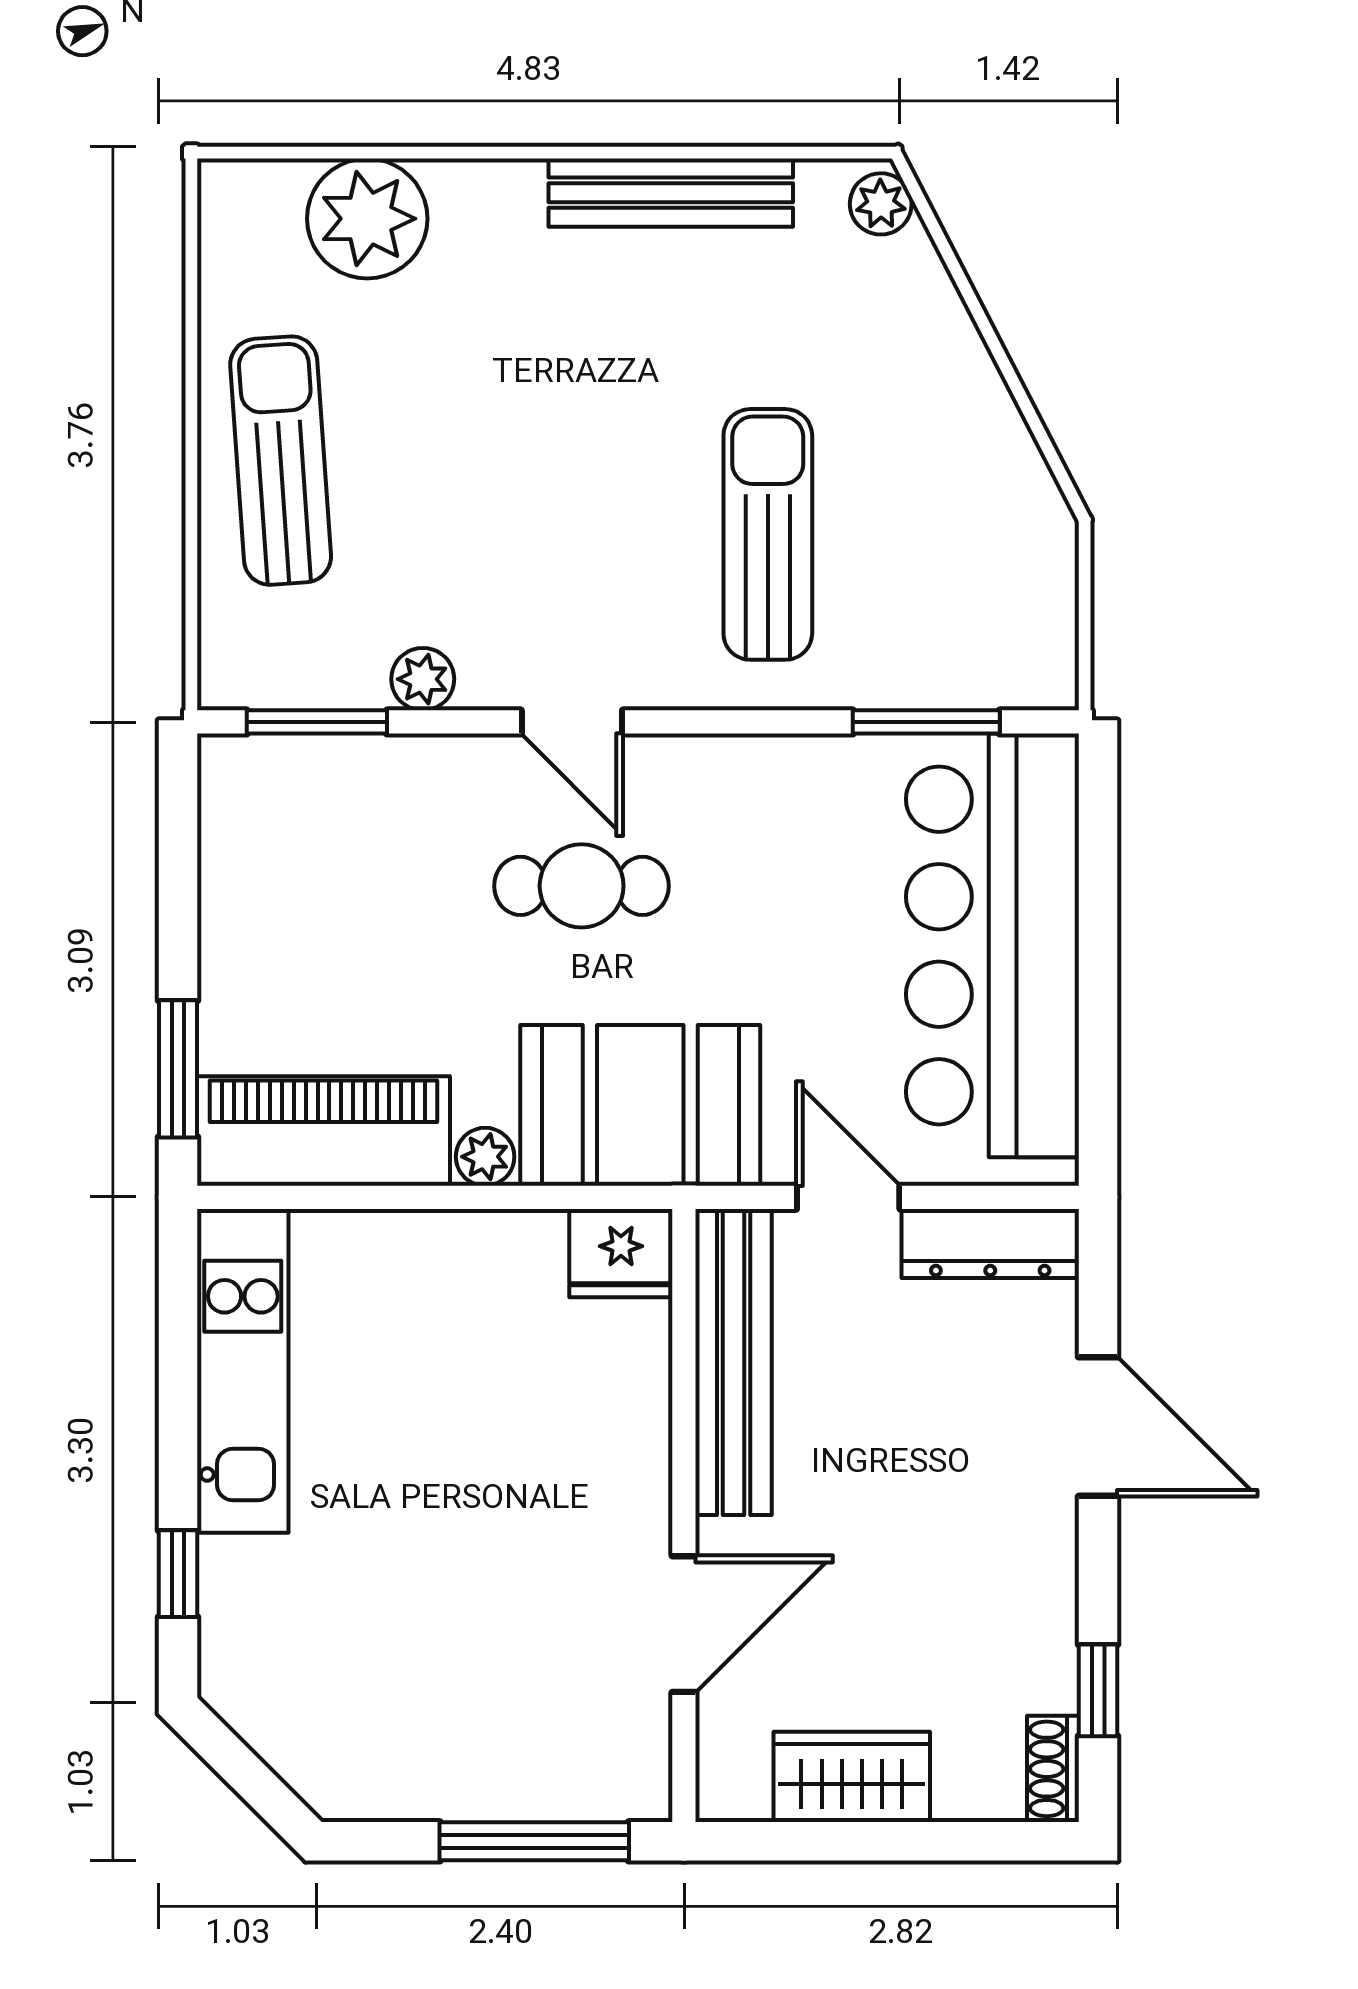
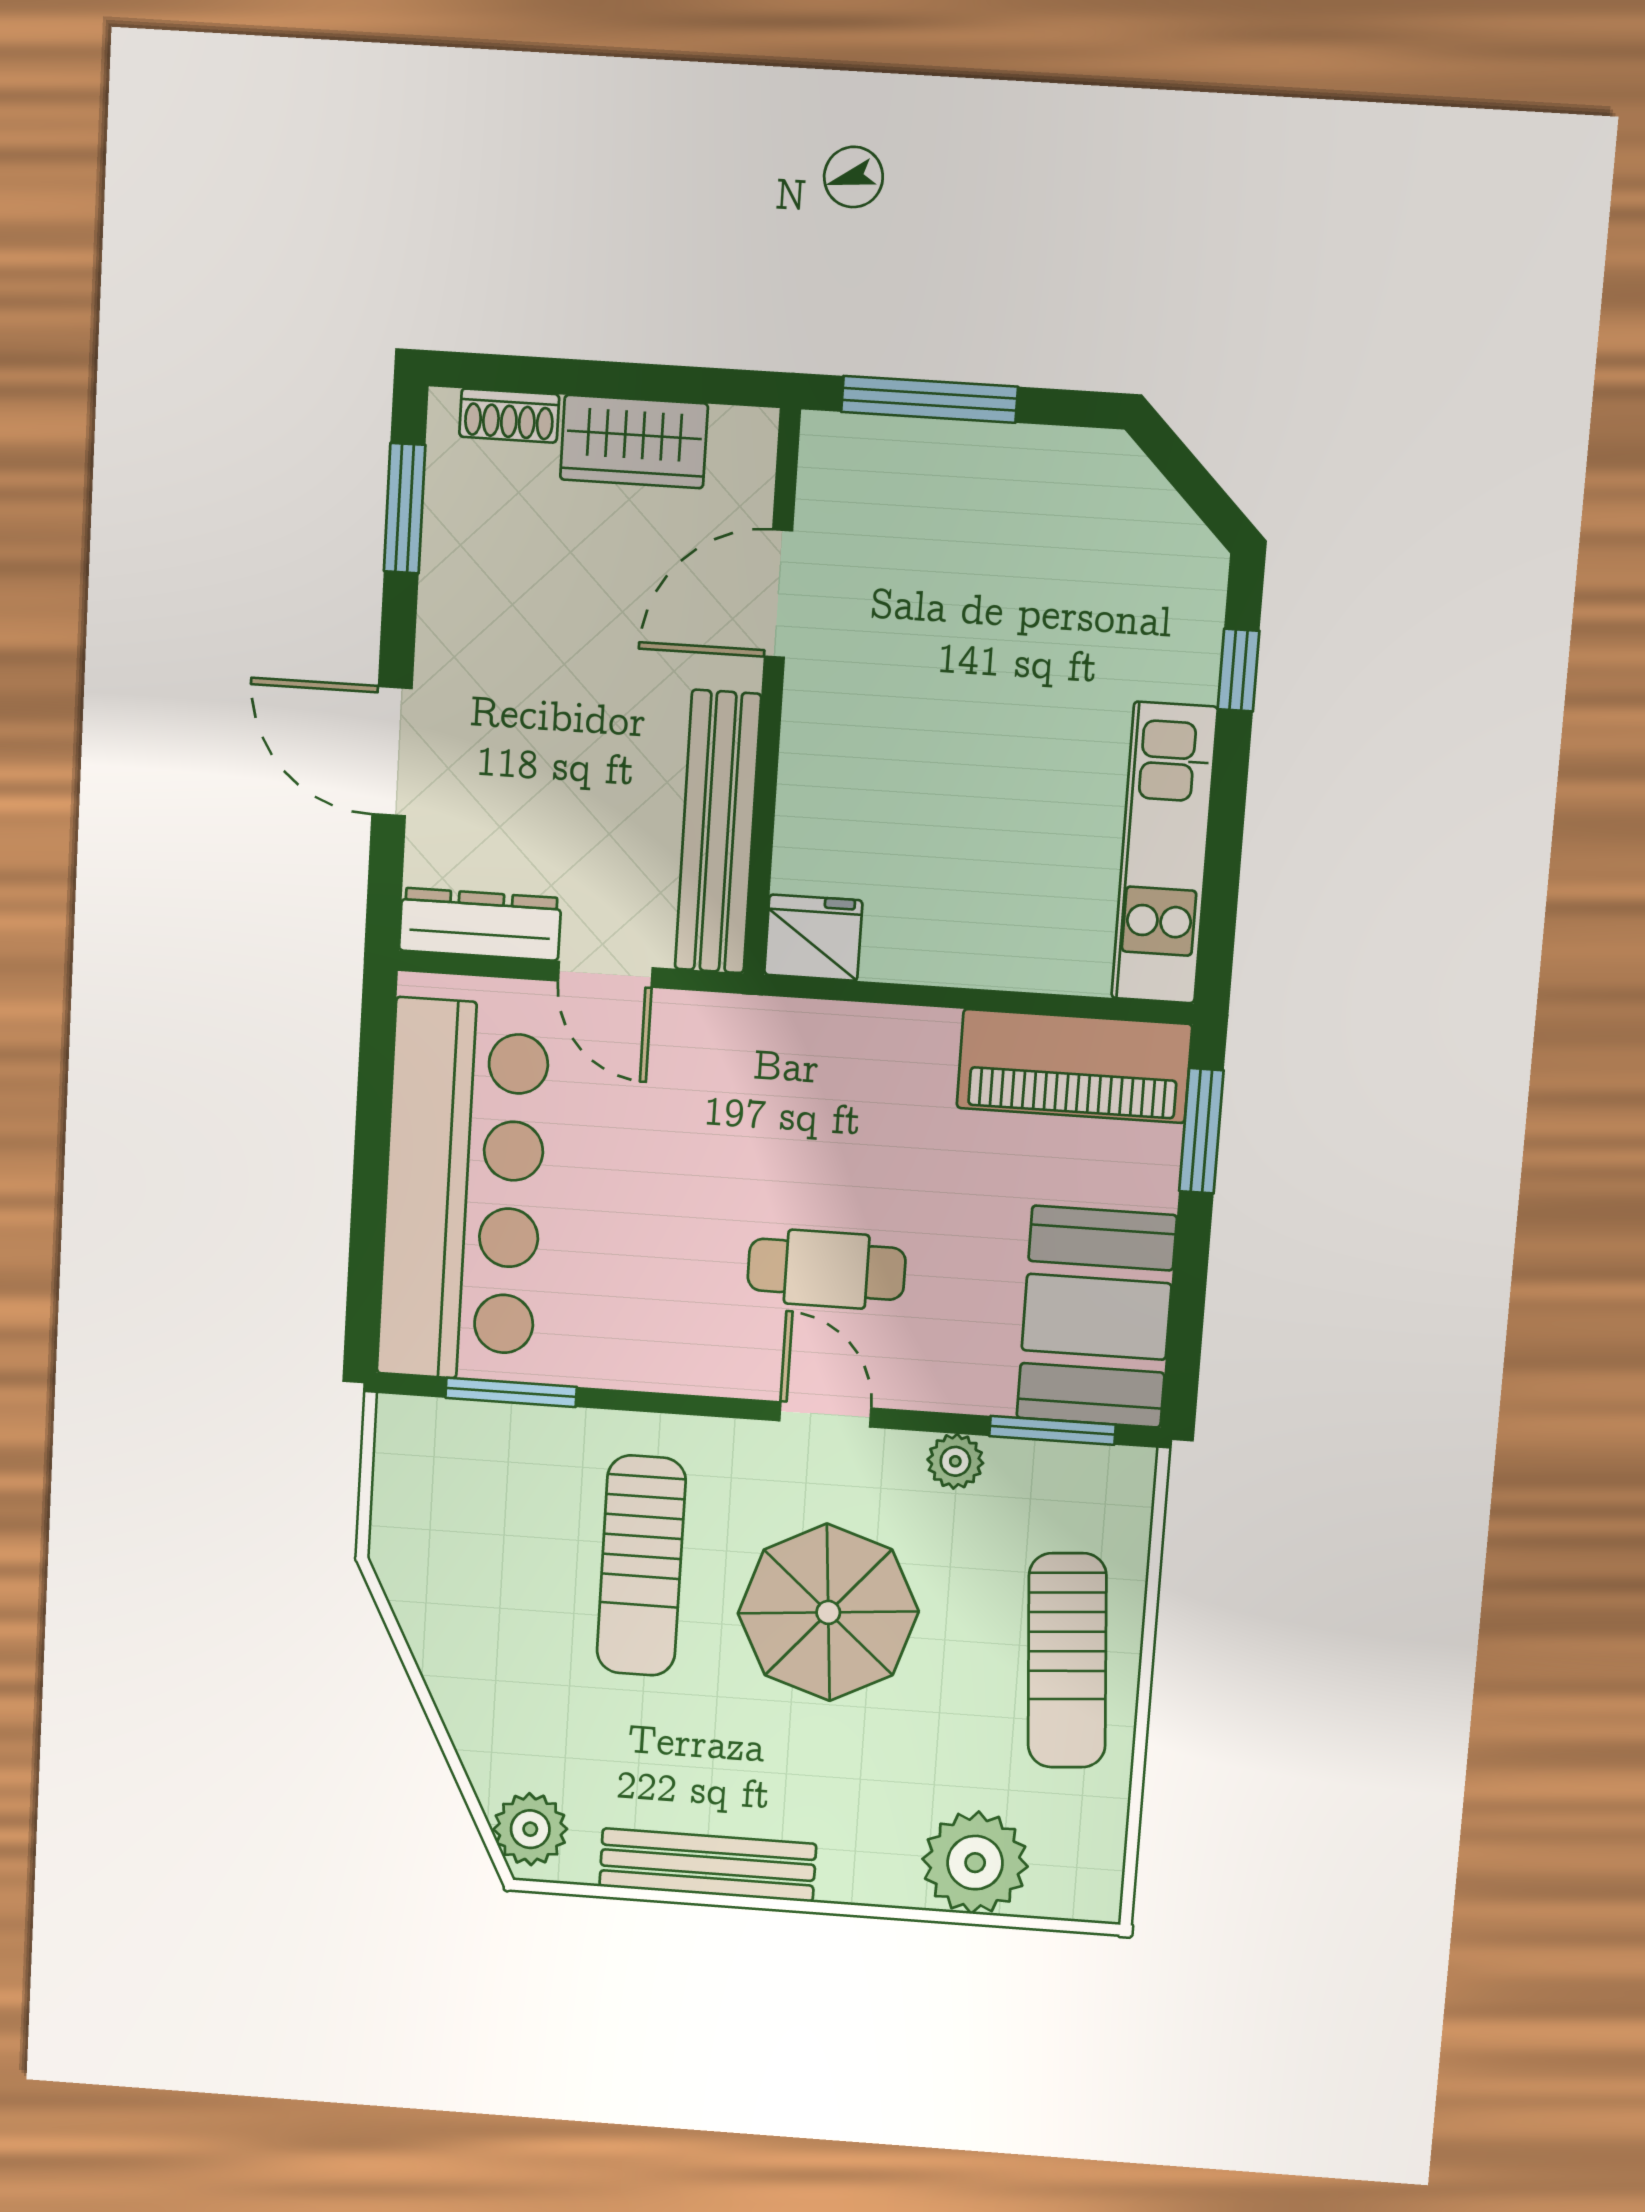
plant: (881, 204) -> (530, 1829), width x1.38, depth x1.38
parasol: (553, 496) -> (828, 1612), added
booth: (640, 1105) -> (1097, 1317), moved, turned 90
plant: (485, 1157) -> (930, 1033), removed
window: (1098, 1690) -> (405, 508), width x1.50
shoe rack: (1053, 1769) -> (509, 416), moved, turned 90

